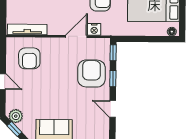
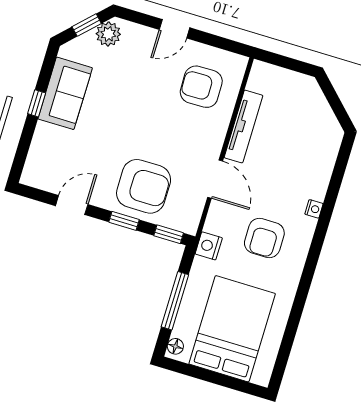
tv unit: (27, 29) -> (243, 126), moved
nightstand: (94, 29) -> (209, 246), moved
window: (148, 39) -> (175, 301), added

